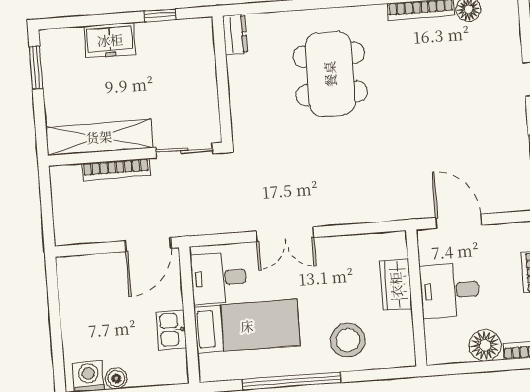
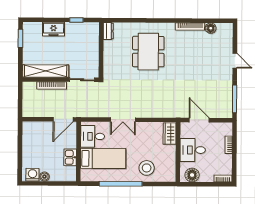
wardrobe: (396, 285) -> (170, 134), moved
floor lamp: (485, 345) -> (192, 175), moved

